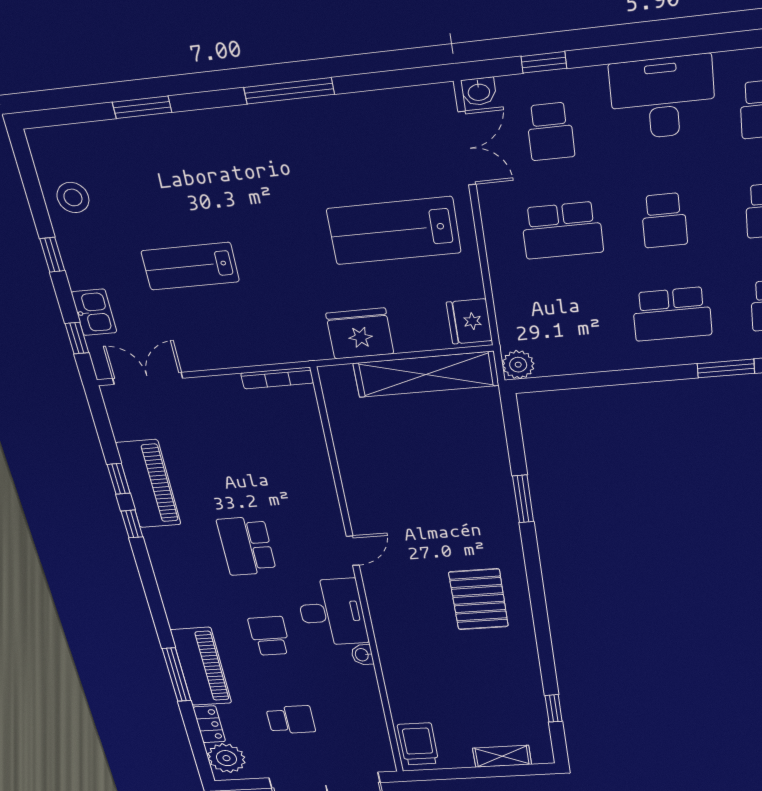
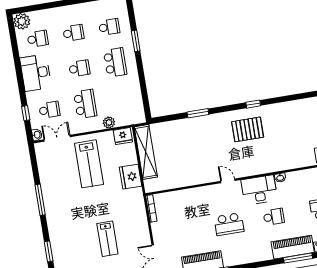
plant: (518, 365) -> (109, 122), moved
school desk: (269, 636) -> (274, 217), turned 180
window: (554, 708) -> (253, 104), moved

